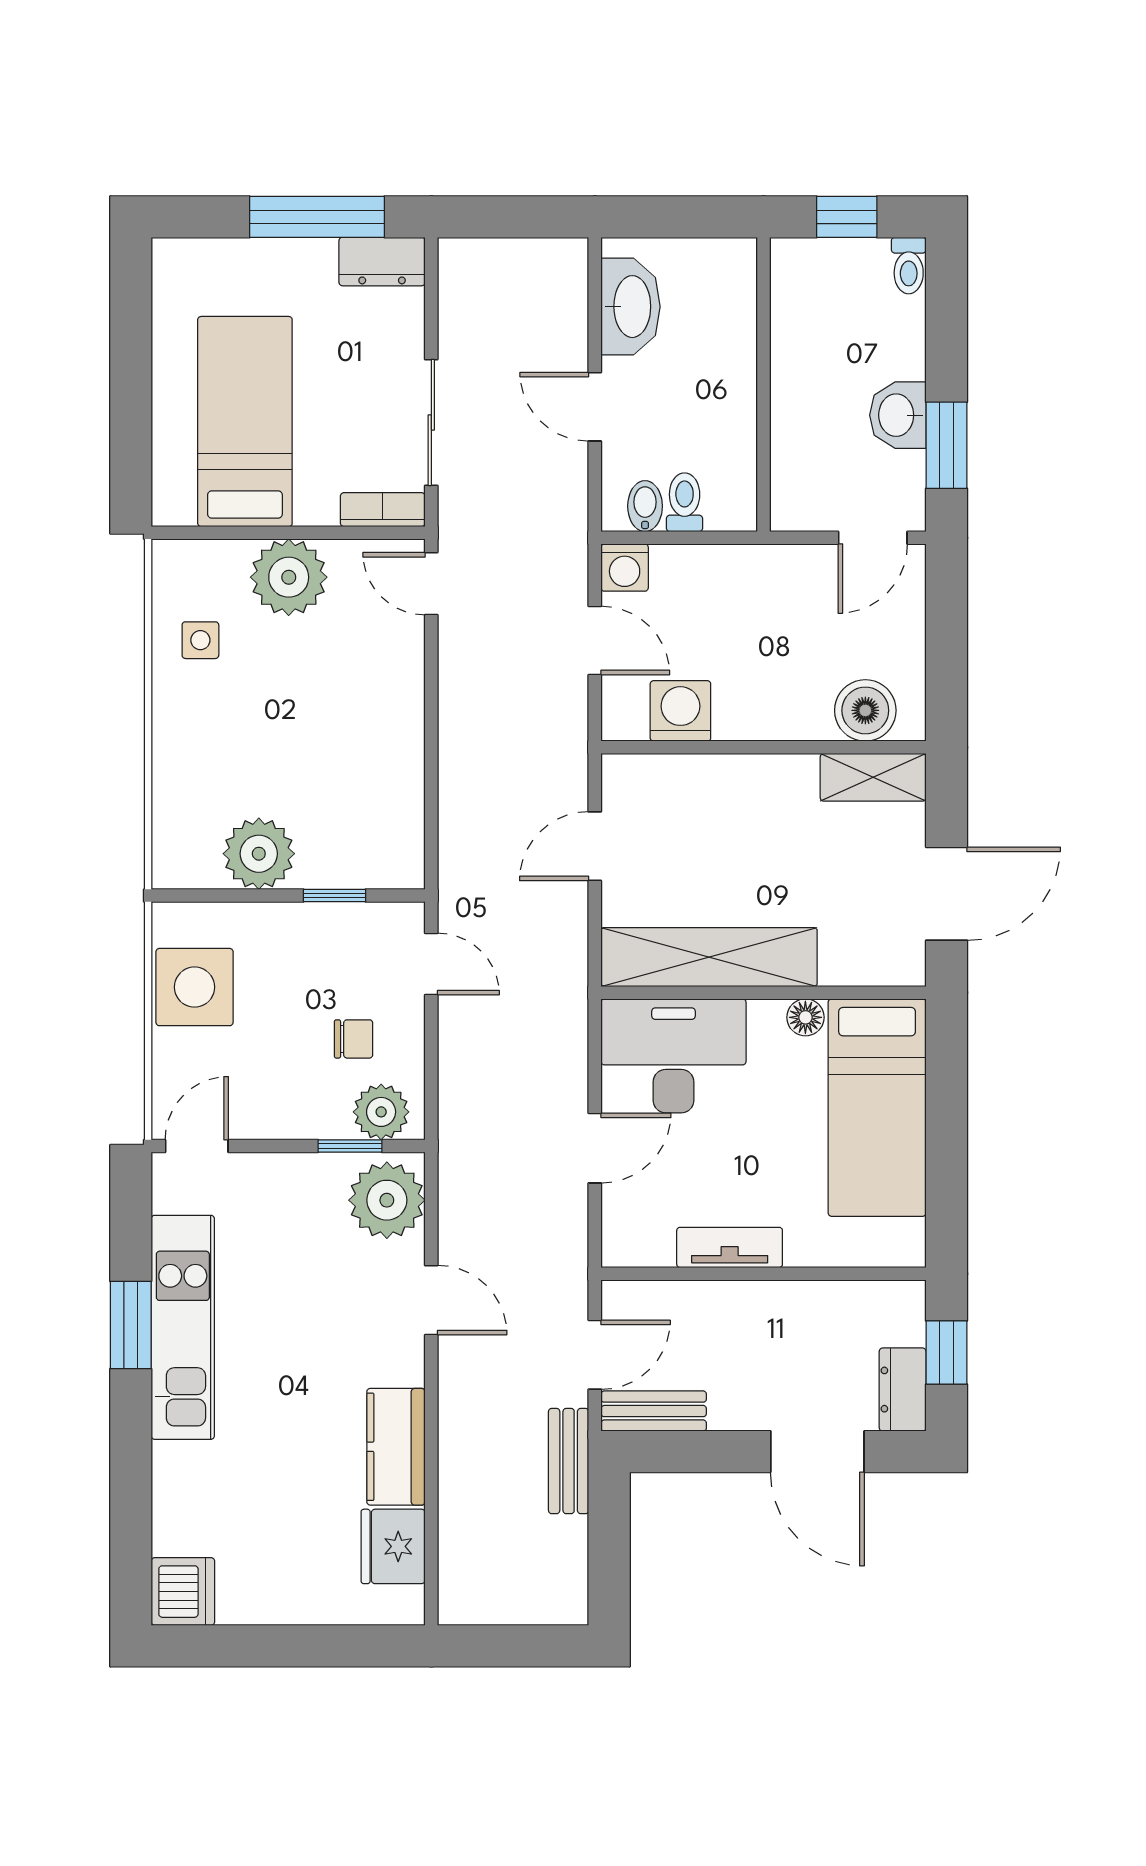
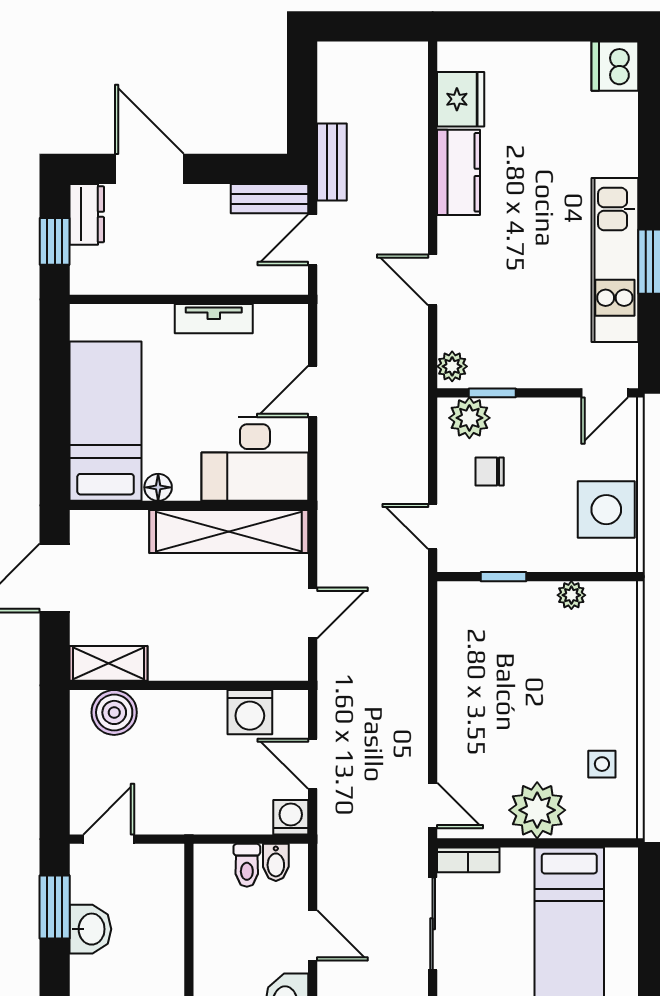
plant: (259, 854) -> (571, 595), width x0.53, depth x0.53
plant: (387, 1200) -> (452, 366), width x0.53, depth x0.53

